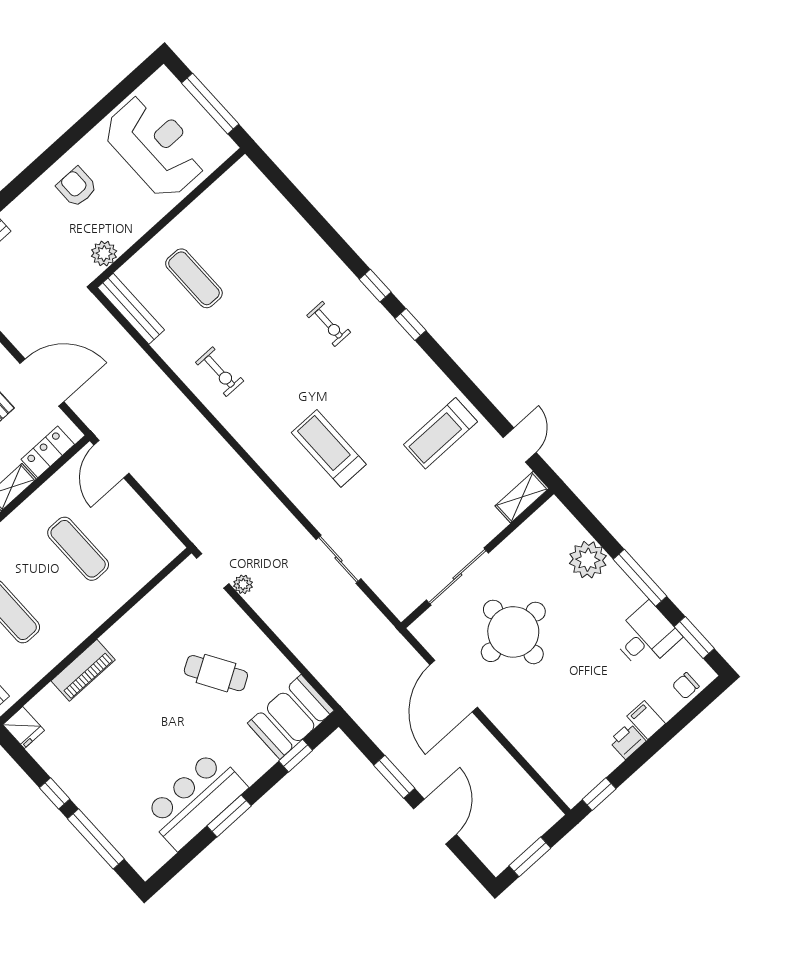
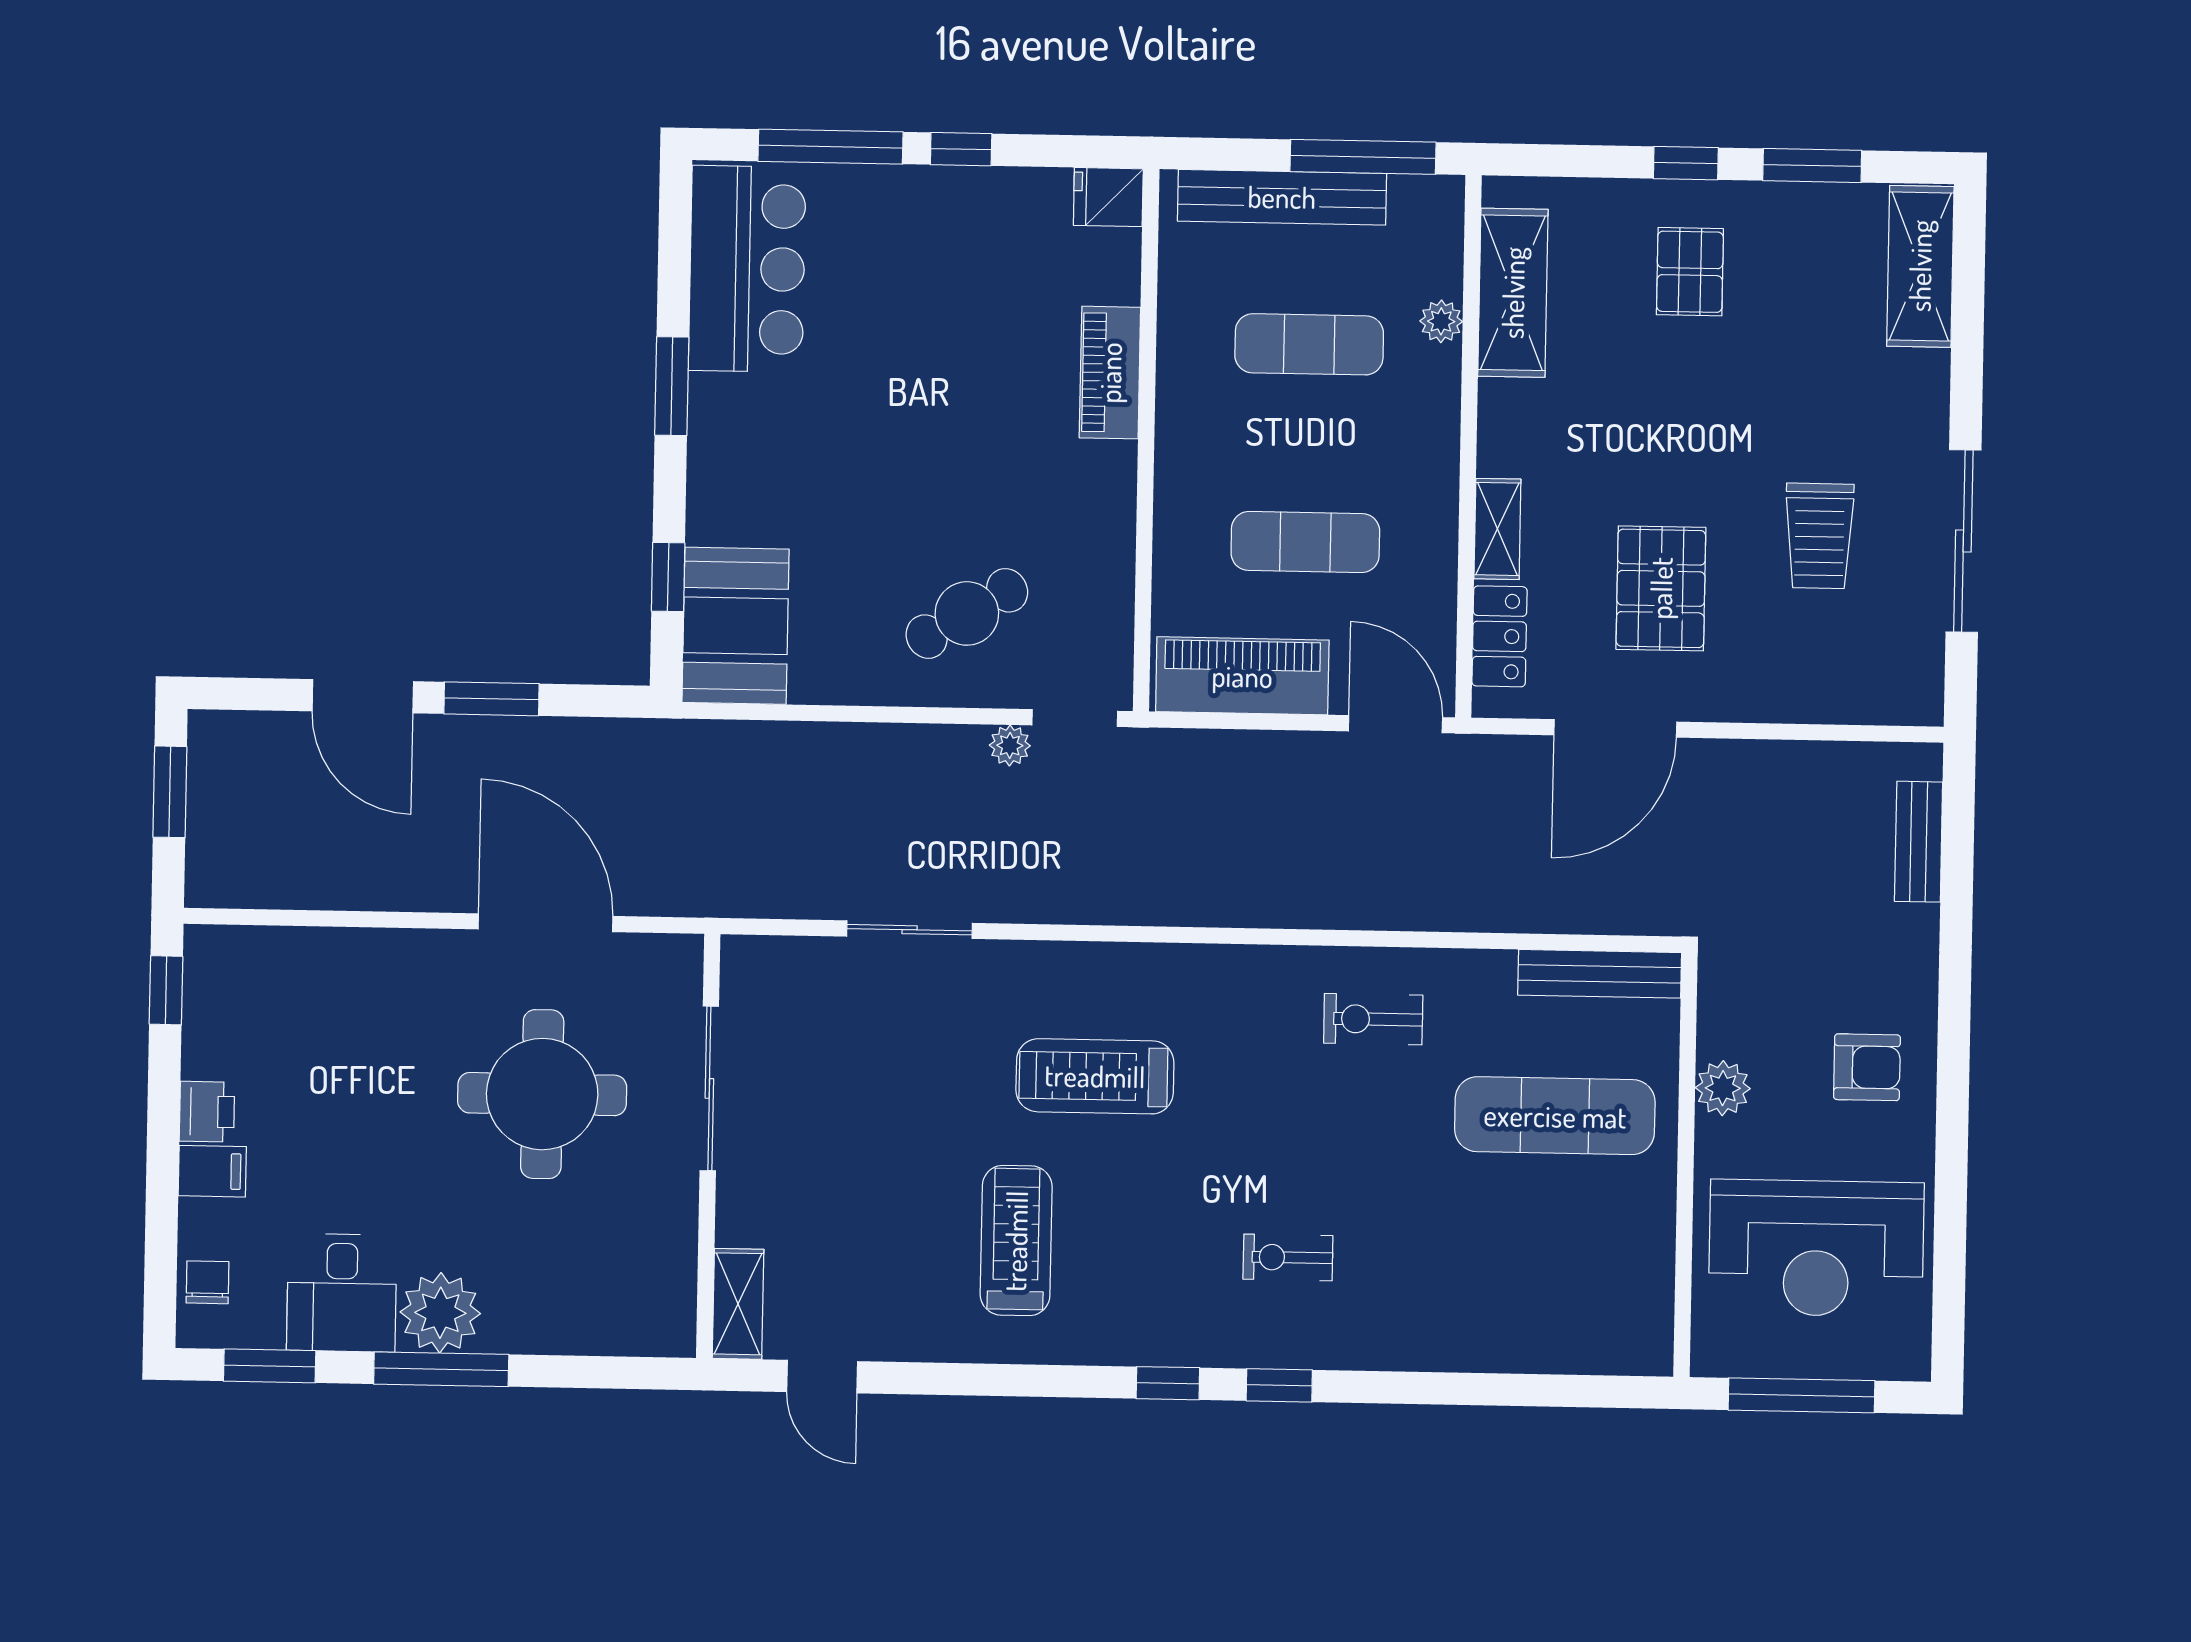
plant: (104, 254) -> (1723, 1088), moved
exercise mat: (194, 278) -> (1555, 1116), width x1.36, depth x1.45
treadmill: (440, 433) -> (1016, 1241), moved
treadmill: (329, 448) -> (1095, 1076), turned 180
piano: (144, 527) -> (1242, 676), added
plant: (588, 560) -> (440, 1313), moved
cafe table: (216, 673) -> (967, 613), moved
bar counter: (195, 800) -> (747, 269), moved

